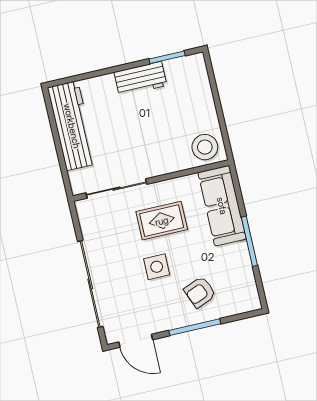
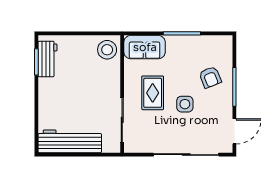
workbench: (141, 79) -> (48, 59), moved
sofa: (222, 206) -> (145, 47), width x0.73

